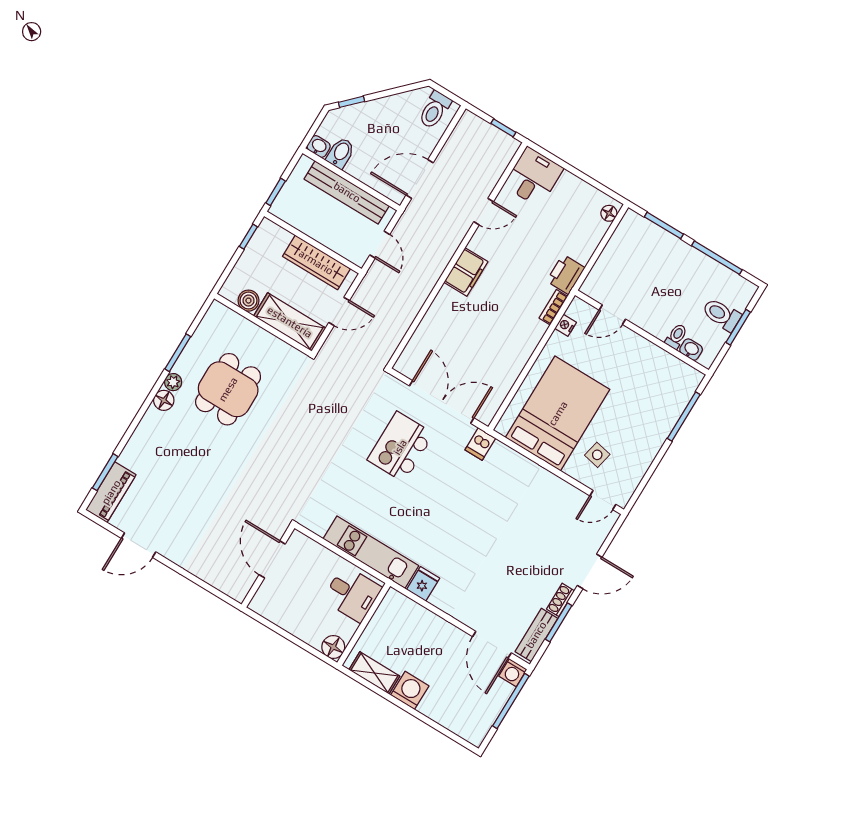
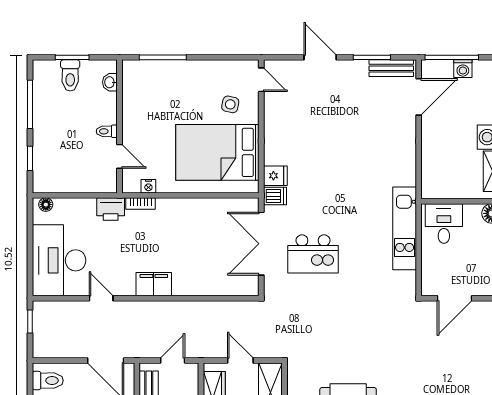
desk: (533, 177) -> (59, 260), width x1.87, depth x1.30
window: (664, 225) -> (30, 158), width x0.67
toilet: (676, 336) -> (107, 131), moved
fridge: (423, 584) -> (275, 176), moved, turned 180
shoe rack: (560, 600) -> (354, 66), removed
washing machine: (513, 673) -> (463, 69), moved, turned 90

